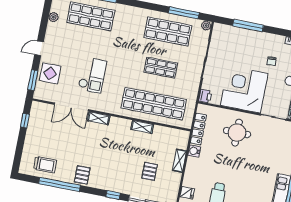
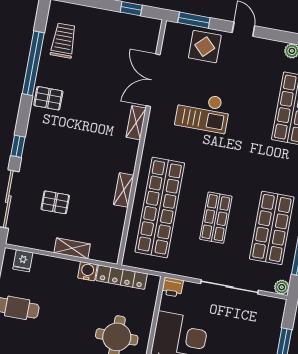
trolley: (45, 165) -> (63, 41), turned 180

